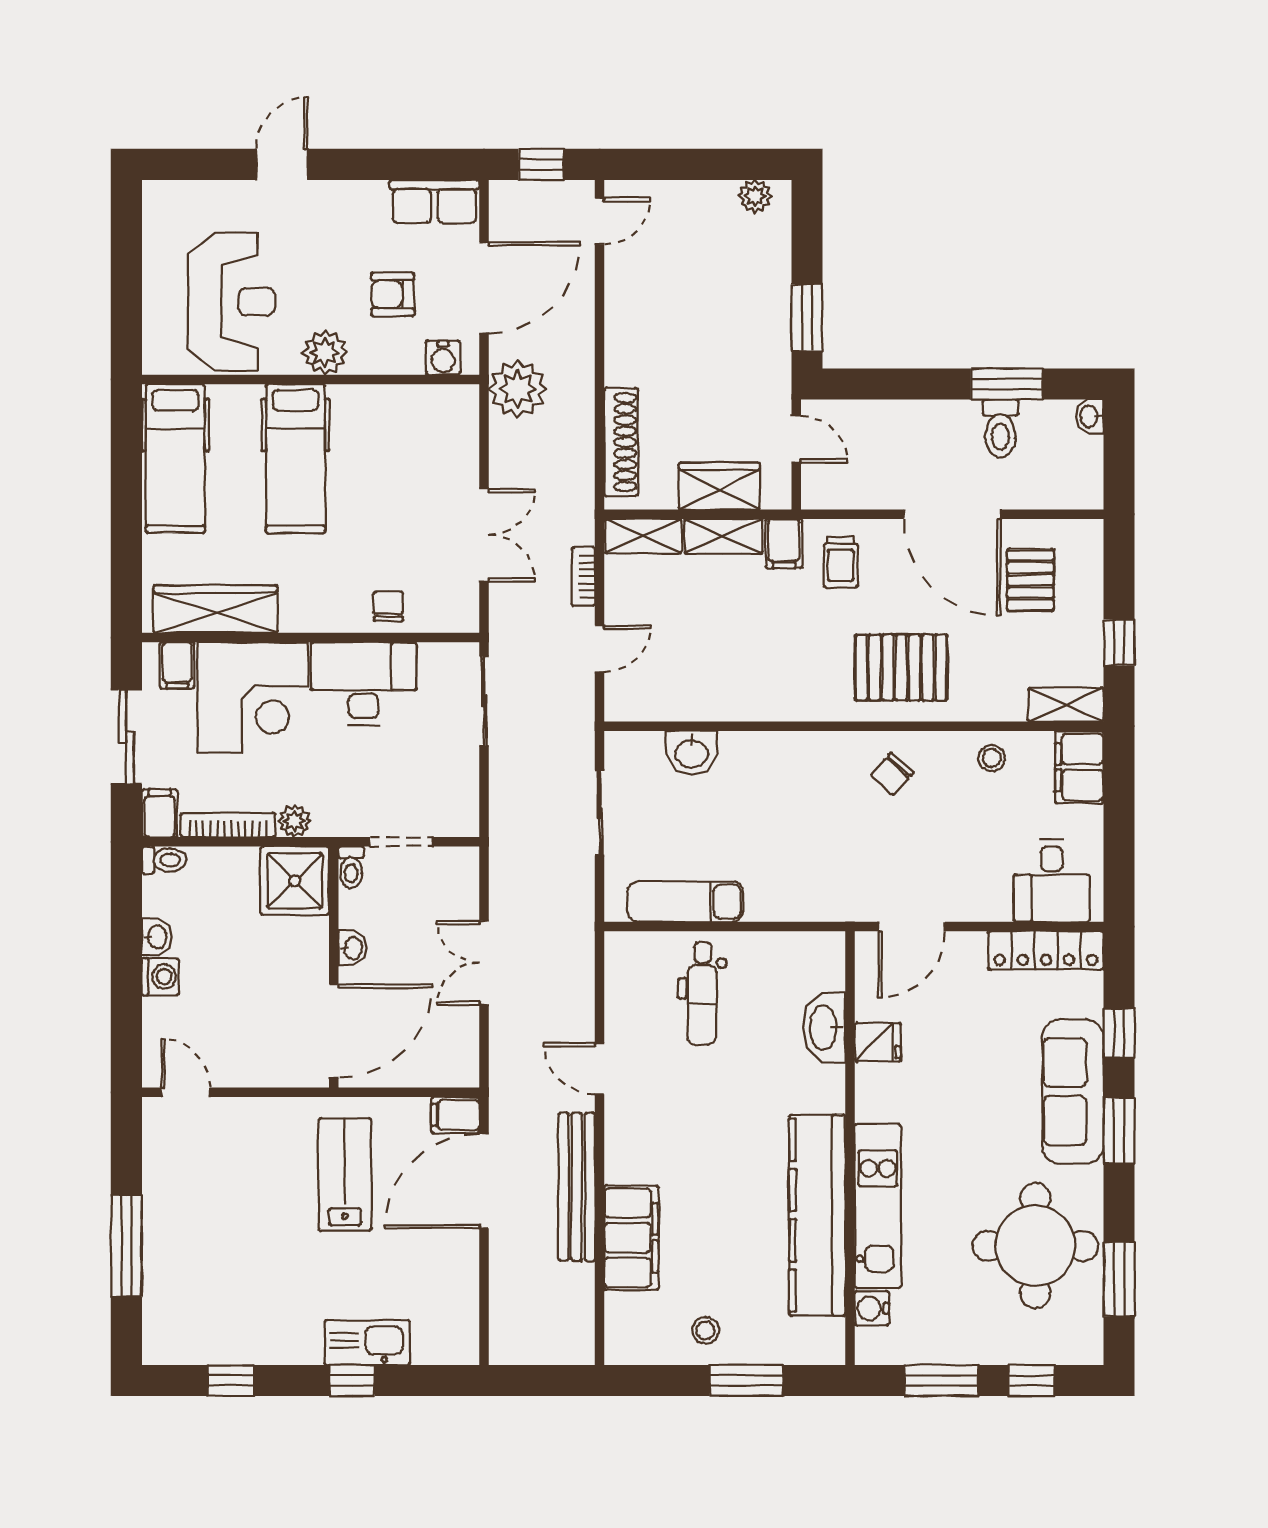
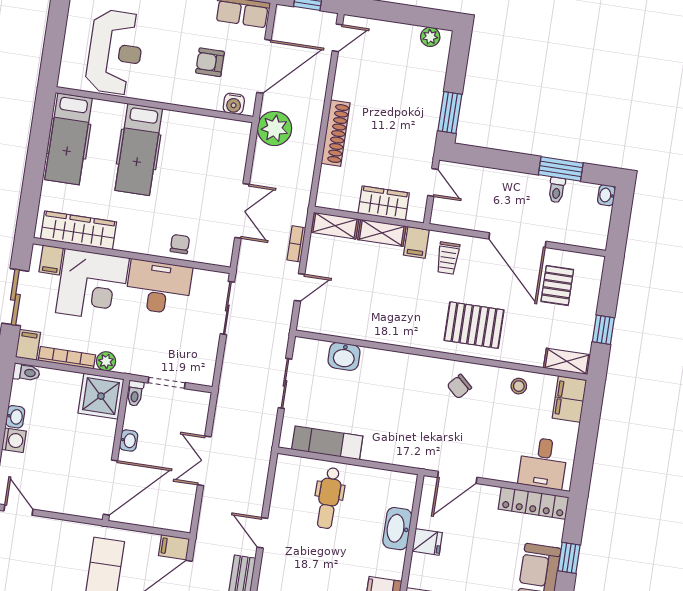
plant: (325, 353) -> (165, 90), removed
toilet: (1001, 429) -> (557, 190), width x0.73, depth x0.72
shoe rack: (621, 442) -> (336, 133), moved

